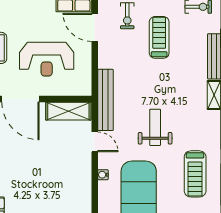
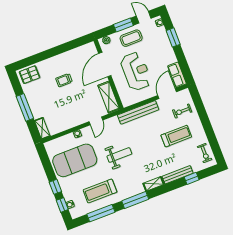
reception desk: (47, 59) -> (136, 71), turned 180
bench: (105, 100) -> (138, 112), moved
trolley: (20, 165) -> (64, 80), added

